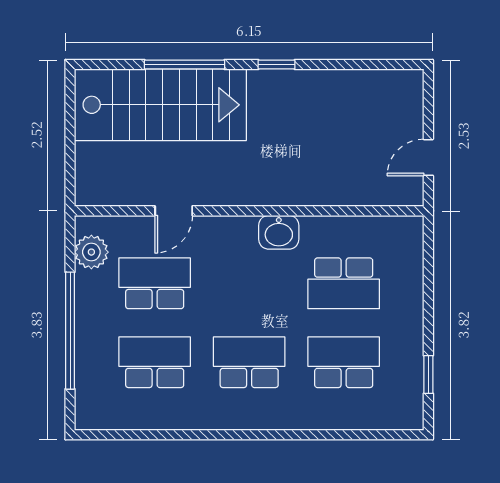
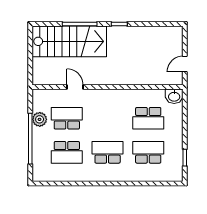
door: (174, 211) -> (75, 87), swing flipped
washbasin: (279, 232) -> (174, 96), moved
plant: (91, 252) -> (40, 119), moved
school desk: (155, 362) -> (67, 152), turned 180

